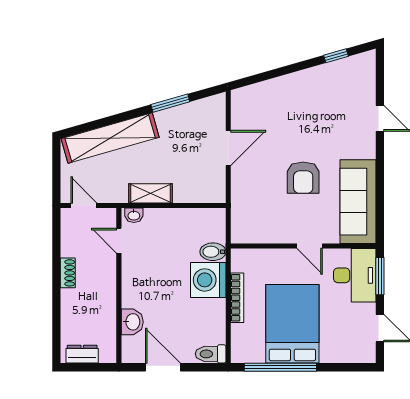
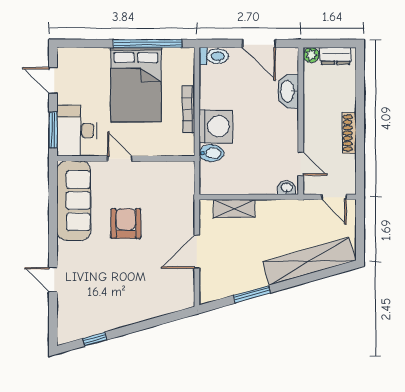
shelving: (151, 193) -> (234, 209), moved
shoe rack: (68, 273) -> (349, 133), width x1.43
washbasin: (132, 322) -> (288, 91), width x1.38
plant: (108, 355) -> (311, 55), added

